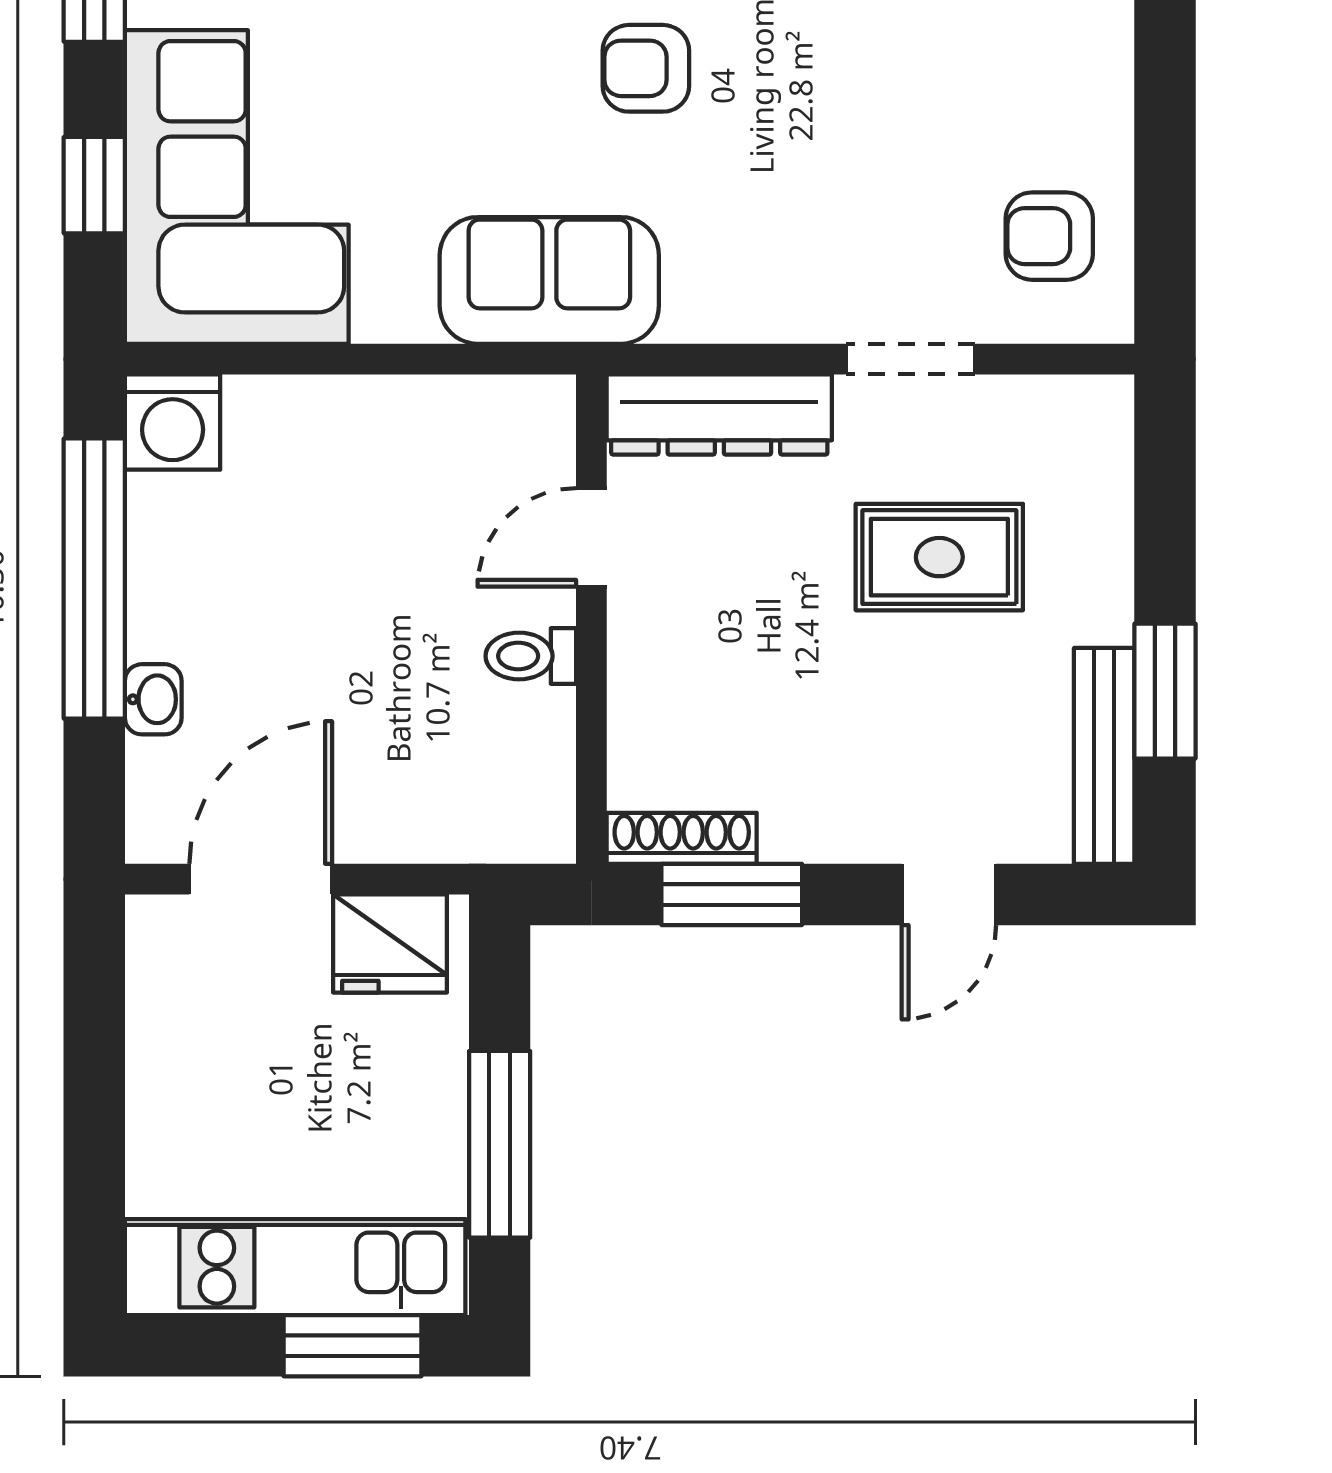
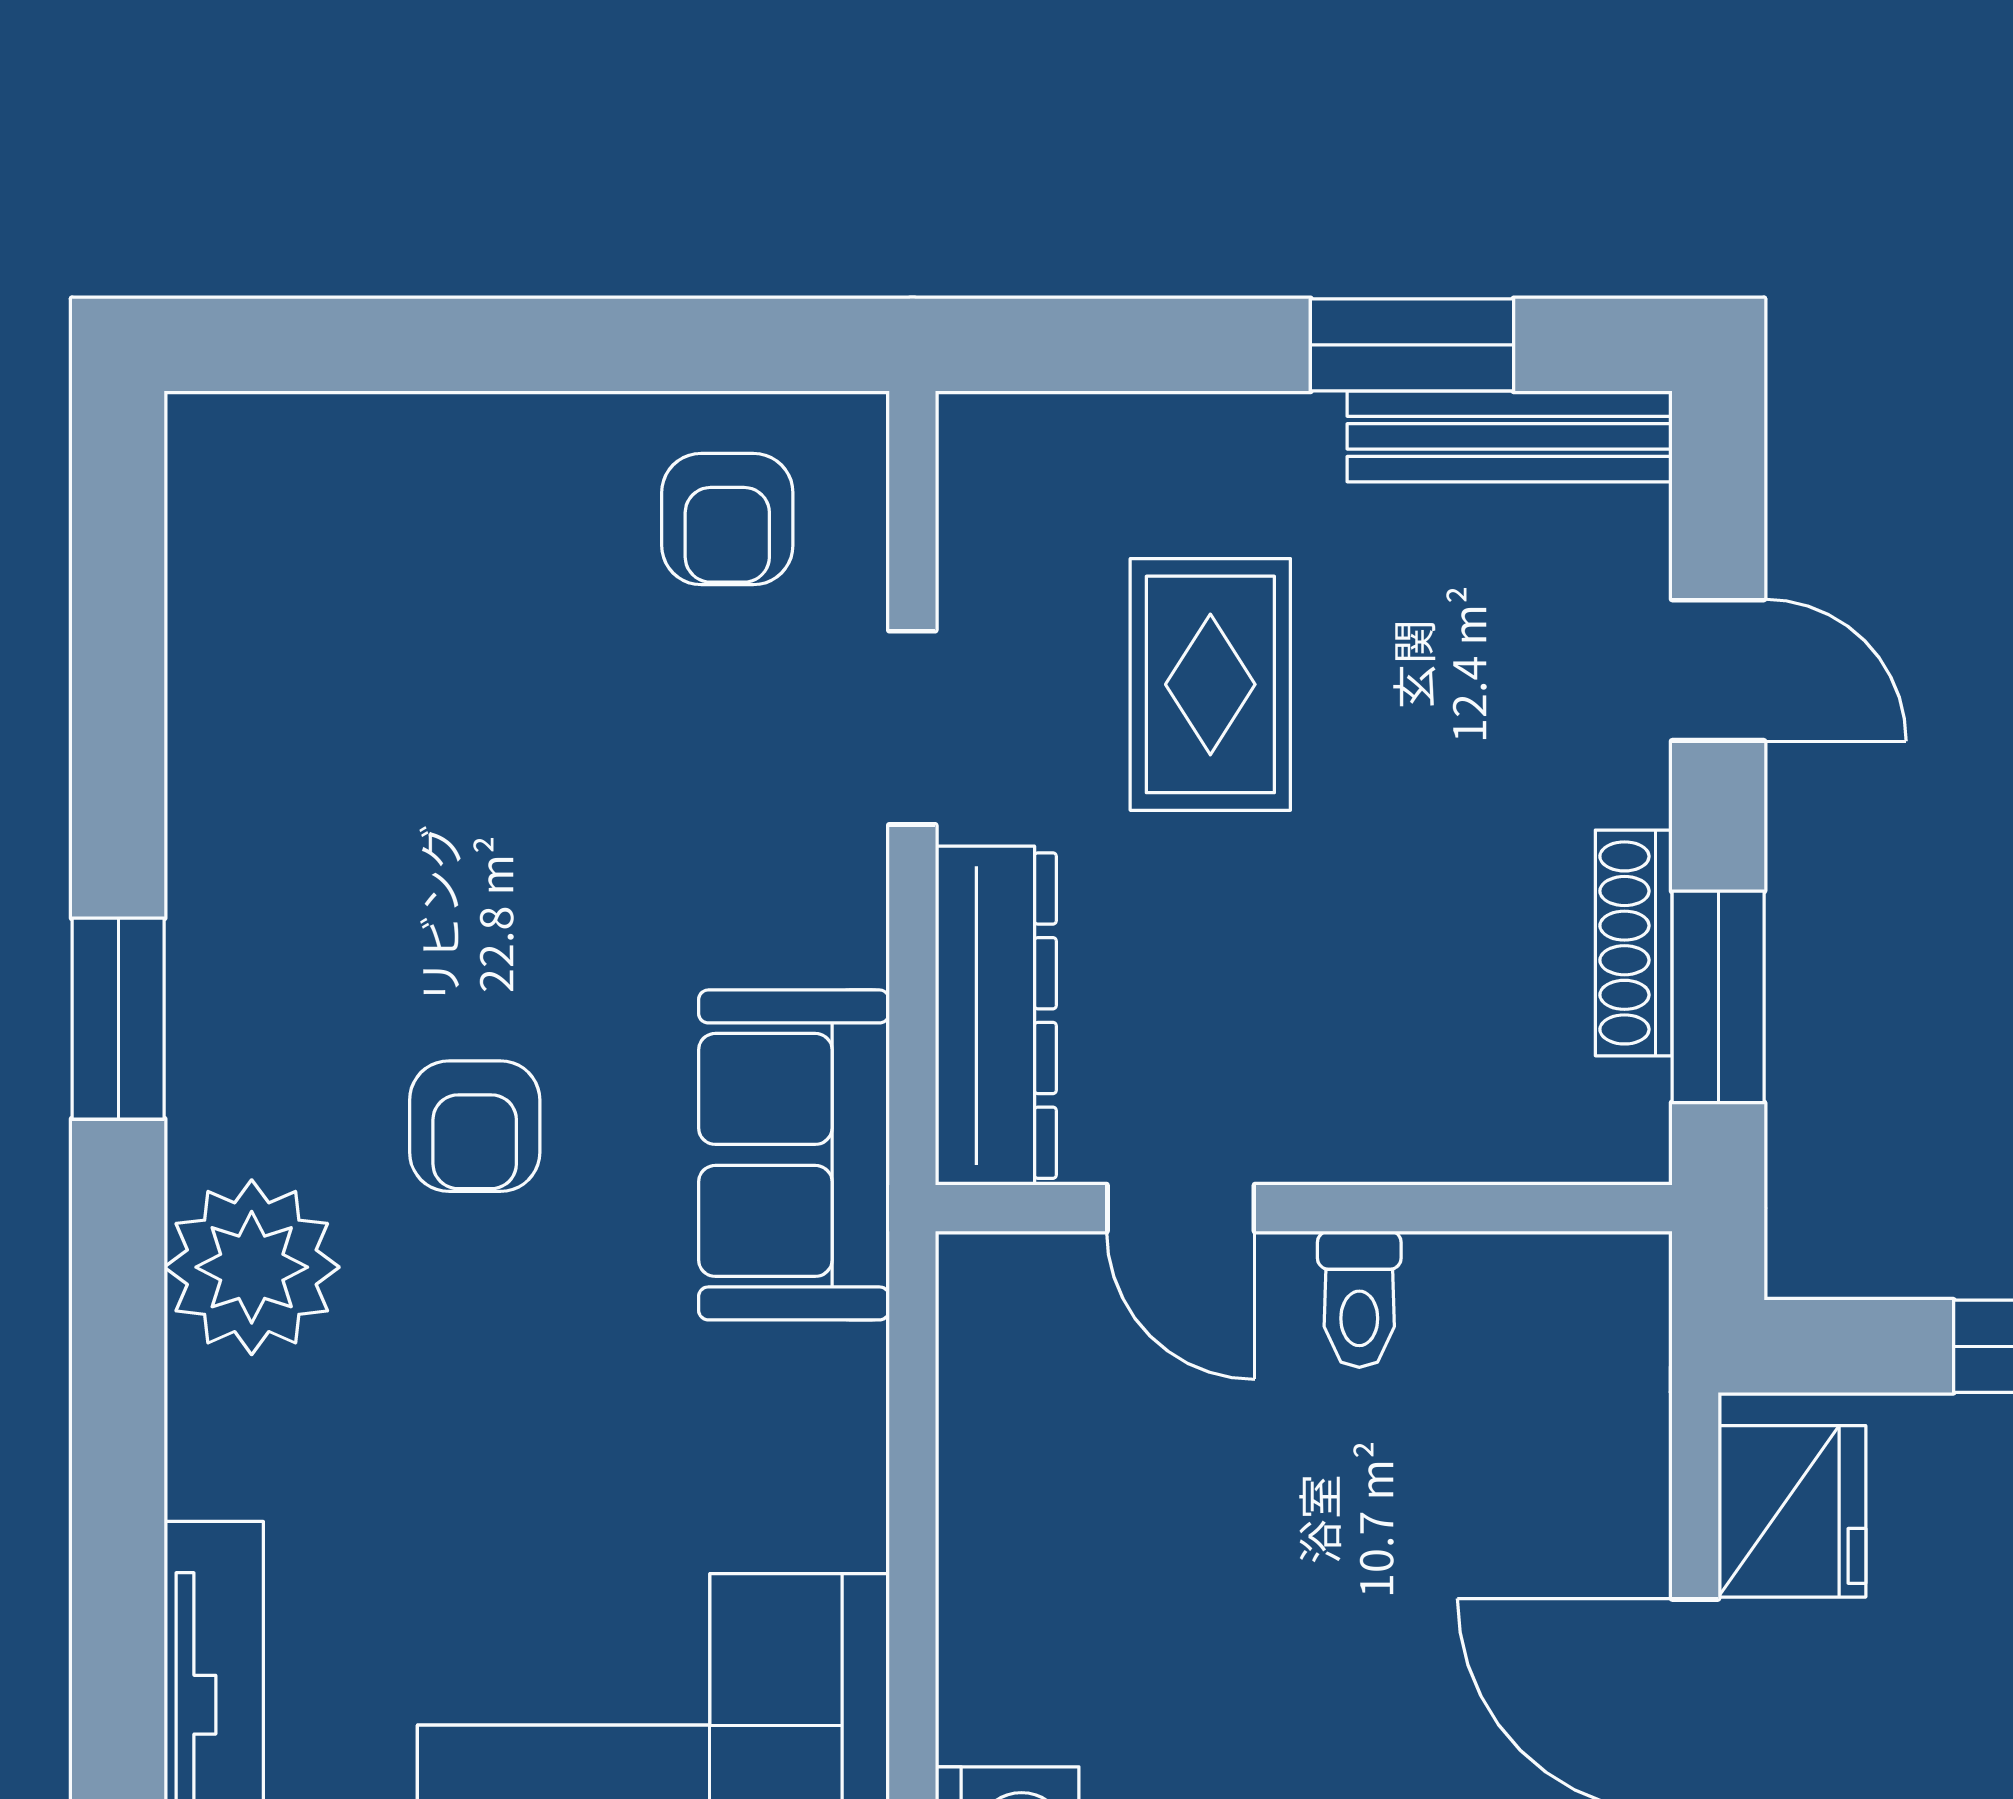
sofa: (549, 280) -> (794, 1155), moved
shoe rack: (682, 838) -> (1634, 943), moved

